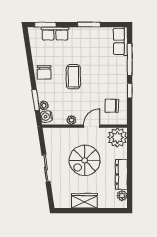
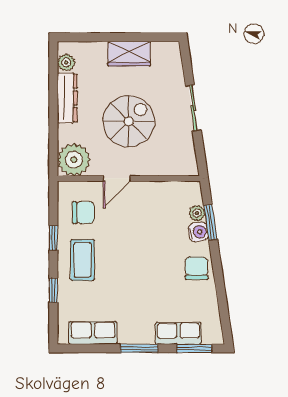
window: (89, 25) -> (139, 348), moved
row of seats: (120, 41) -> (93, 333), moved, turned -90
window: (130, 59) -> (53, 290), width x0.46
coffee table: (73, 77) -> (82, 260), moved
water cooler: (46, 117) -> (198, 232), moved
plant: (71, 120) -> (151, 189), removed

